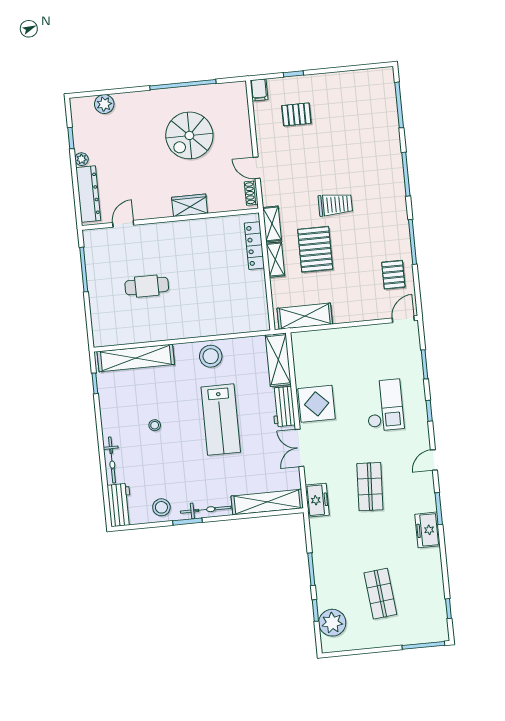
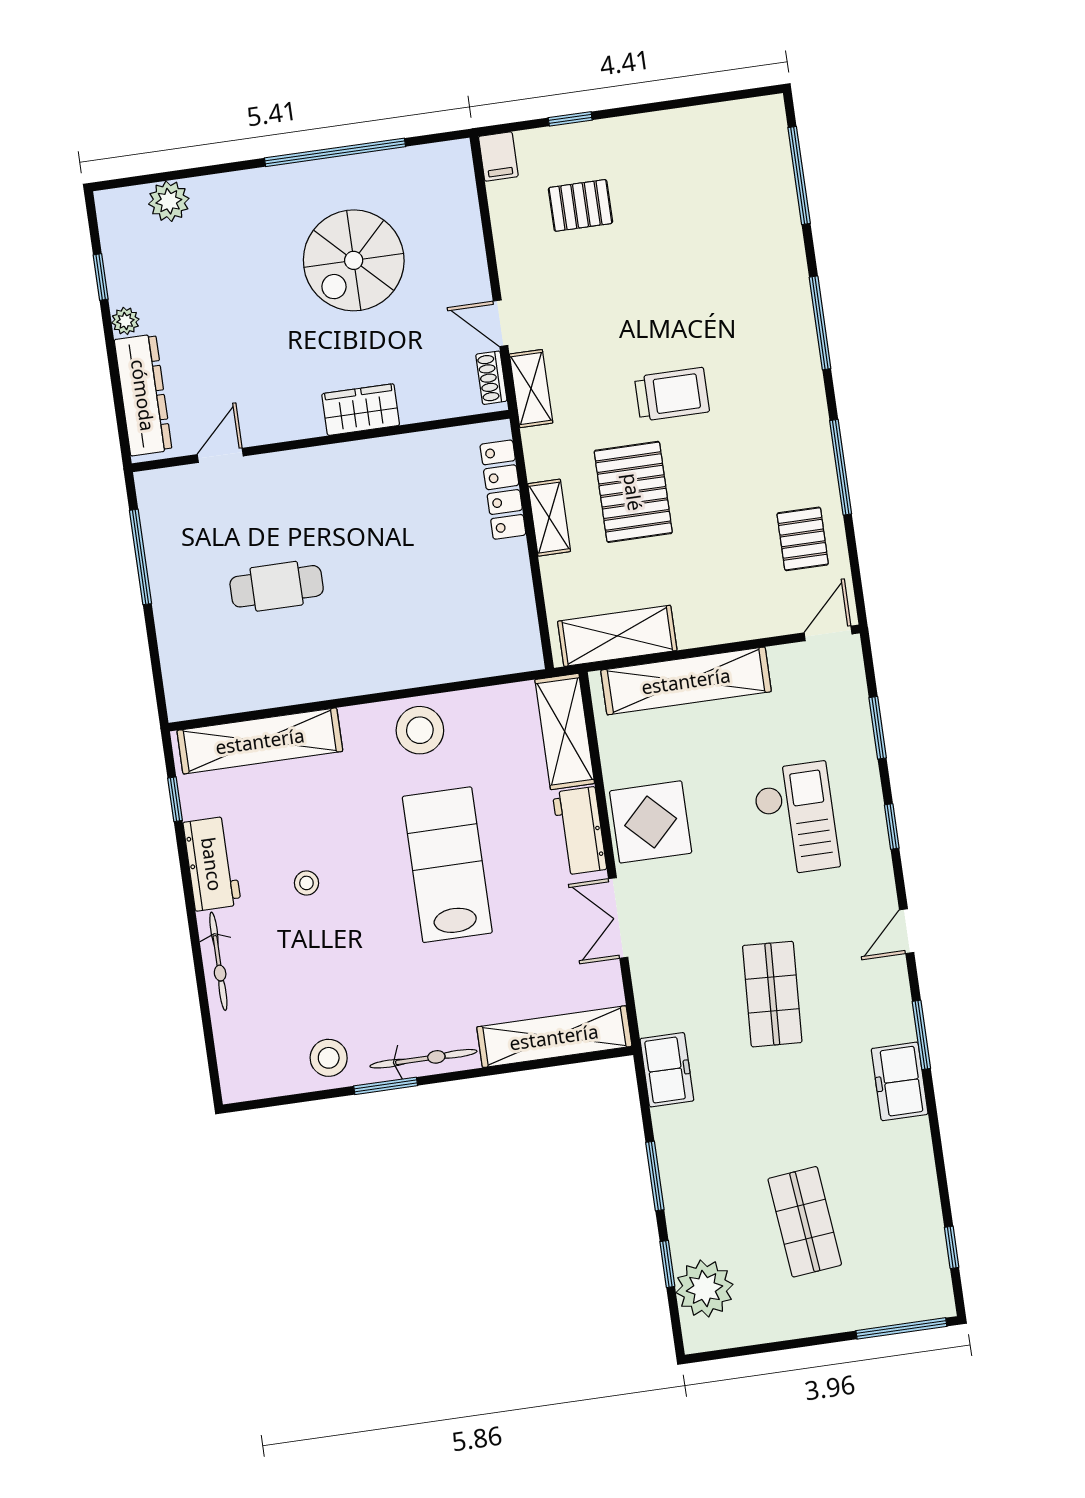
shelving: (272, 224) -> (531, 389), moved
shelving: (336, 339) -> (686, 681), added
lab bench: (221, 420) -> (447, 865), turned 180
freezer: (317, 500) -> (667, 1070), moved
workbench: (120, 505) -> (212, 864), moved

